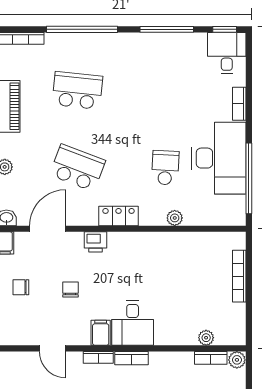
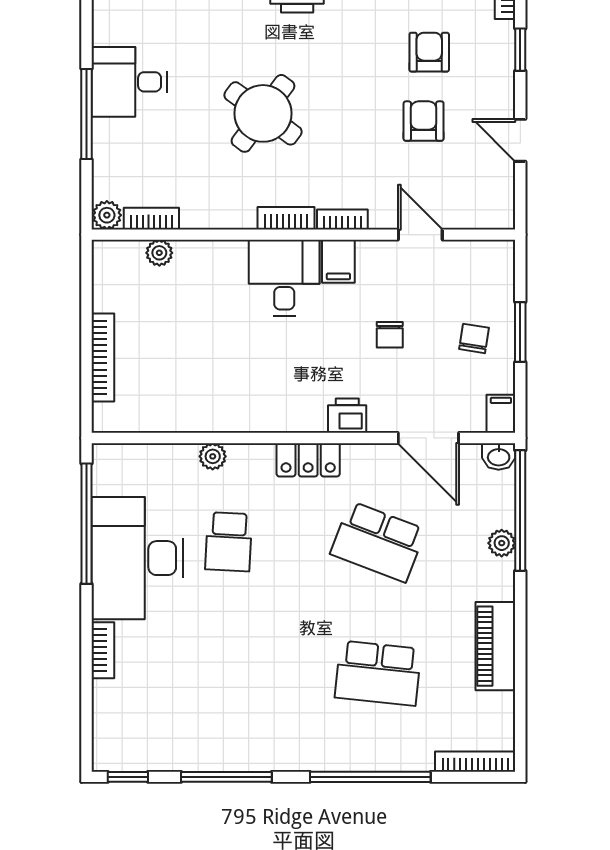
desk: (227, 53) -> (124, 737), removed
door: (48, 229) -> (428, 438), hinge flipped
chair: (21, 287) -> (474, 338), turned -81

